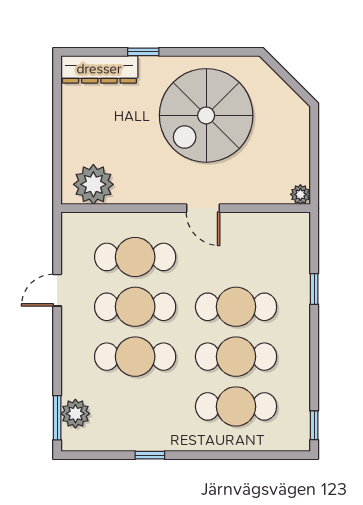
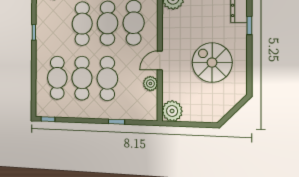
spiral stairs: (206, 115) -> (212, 63), width x0.73, depth x0.73
plant: (300, 194) -> (172, 111), width x1.87, depth x1.87
plant: (244, 225) -> (150, 84), added

